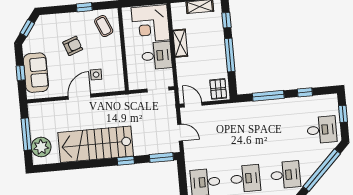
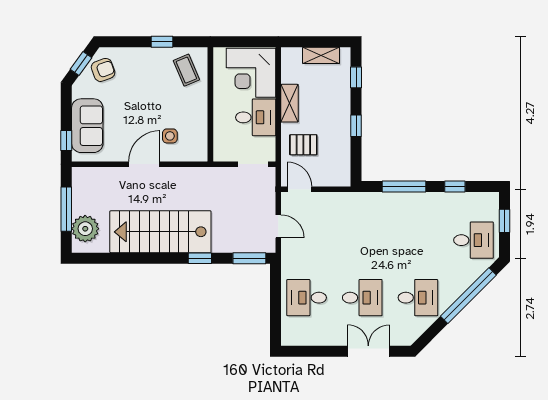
armchair: (73, 46) -> (103, 70), moved
window: (230, 55) -> (356, 126), width x0.46
window: (21, 73) -> (66, 141), moved
pallet: (218, 89) -> (303, 145), moved, turned 90

